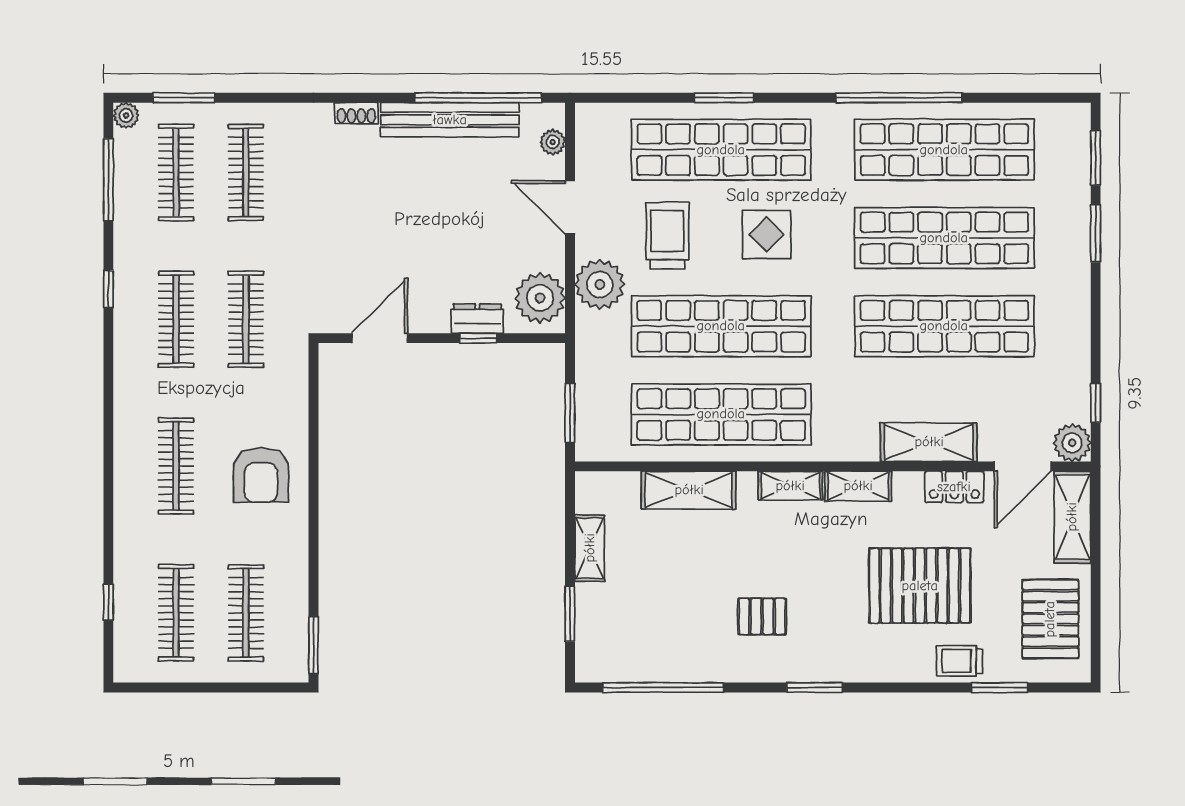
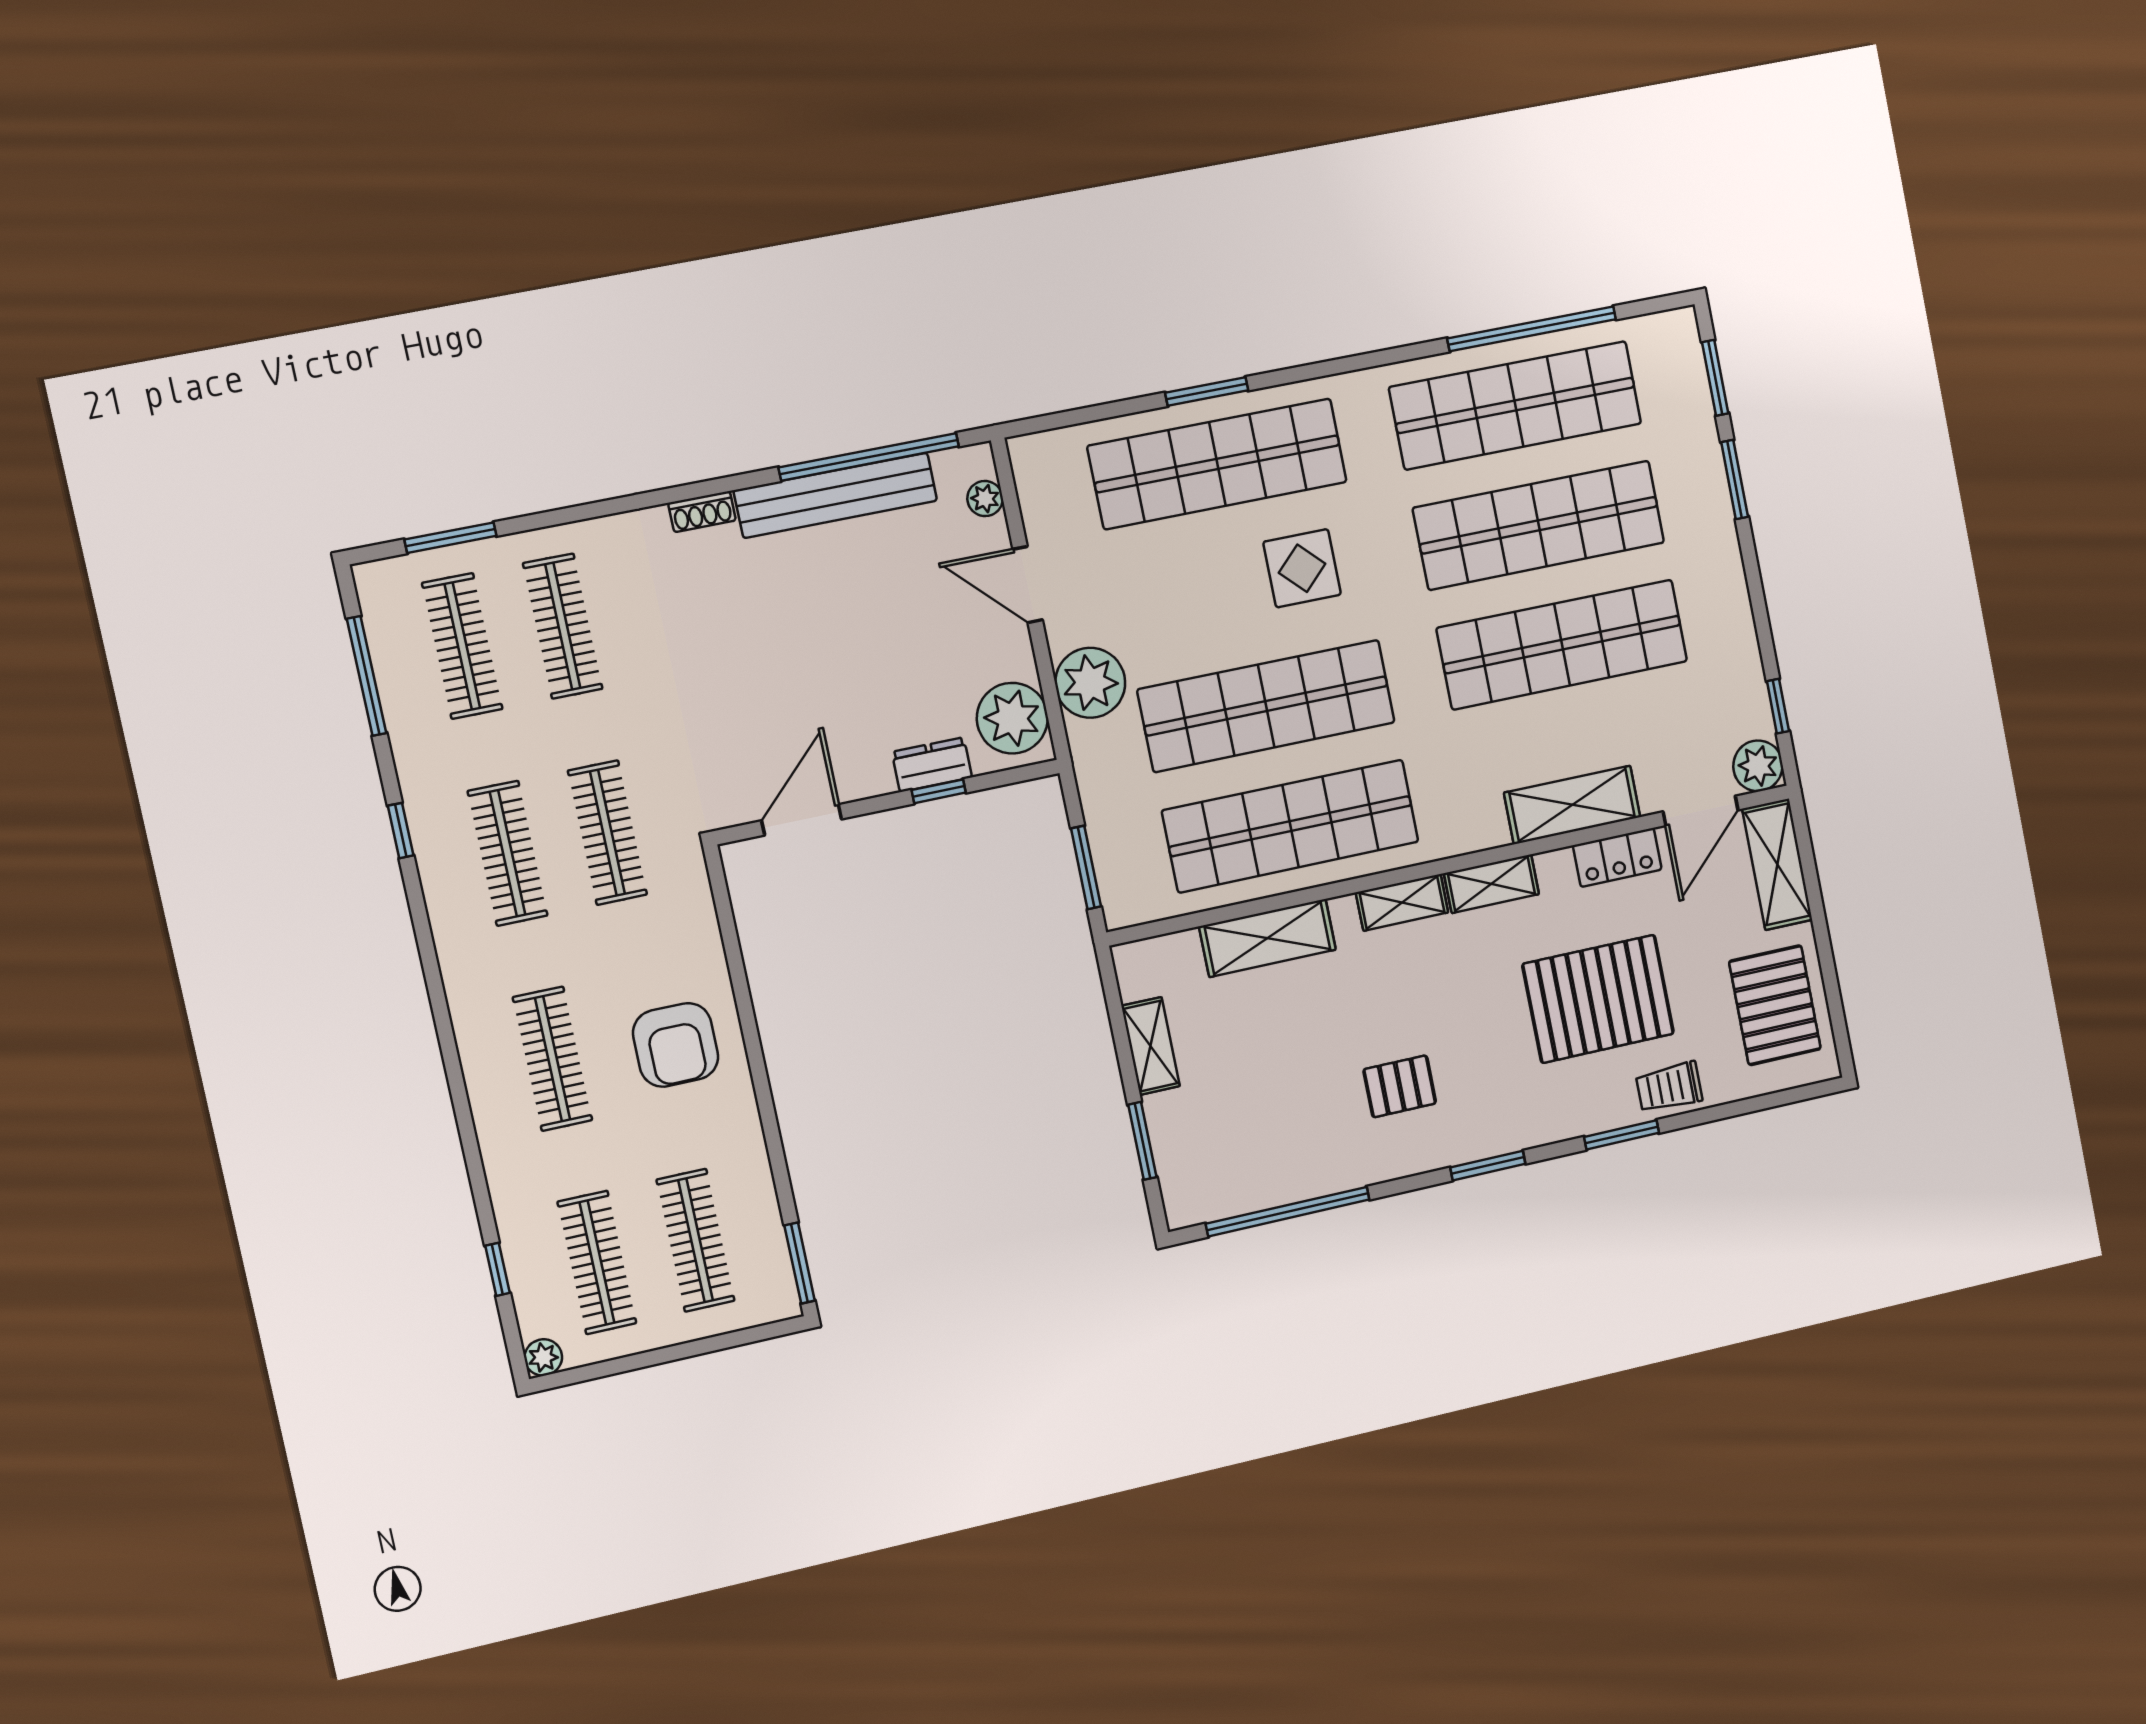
window: (899, 98) -> (1532, 329), moved
plant: (126, 115) -> (543, 1357), moved
trolley: (667, 236) -> (1169, 597), removed
window: (1000, 688) -> (1621, 1135), moved

